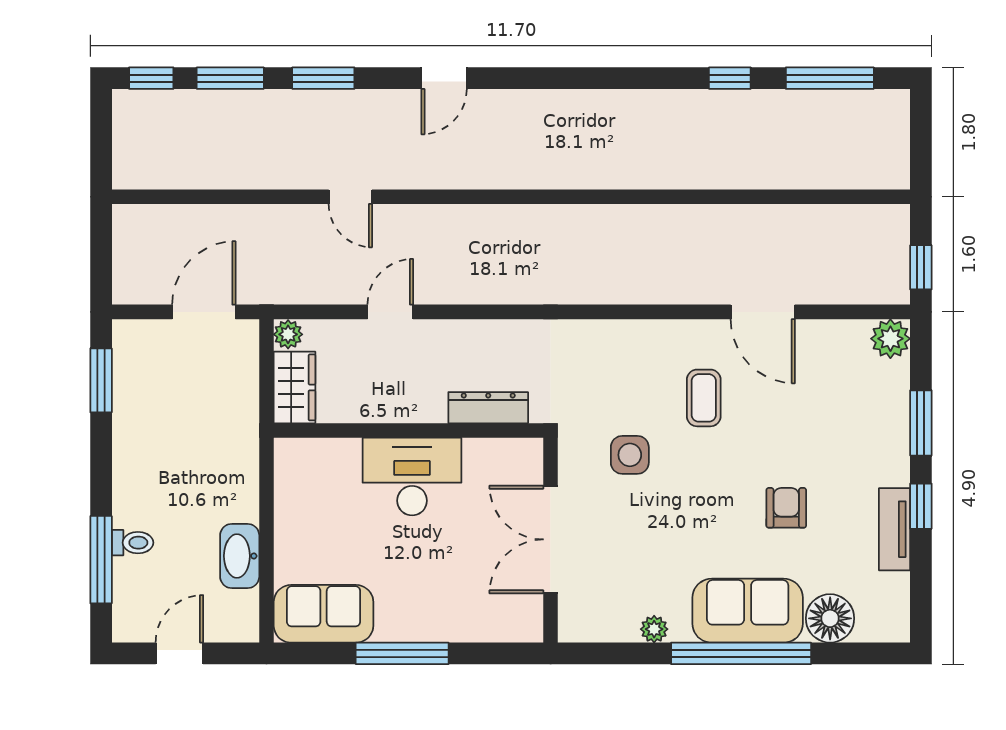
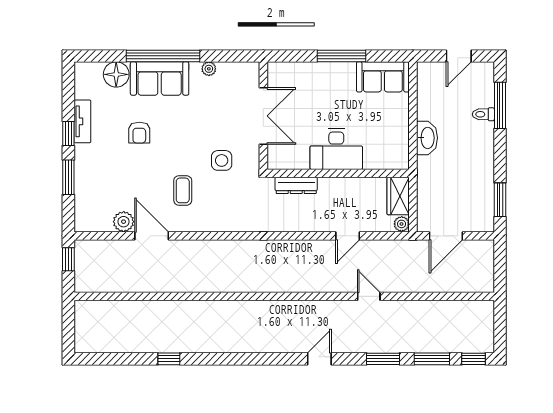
window: (830, 78) -> (116, 359), removed
plant: (890, 339) -> (124, 222), moved
washbasin: (240, 556) -> (427, 138), moved

